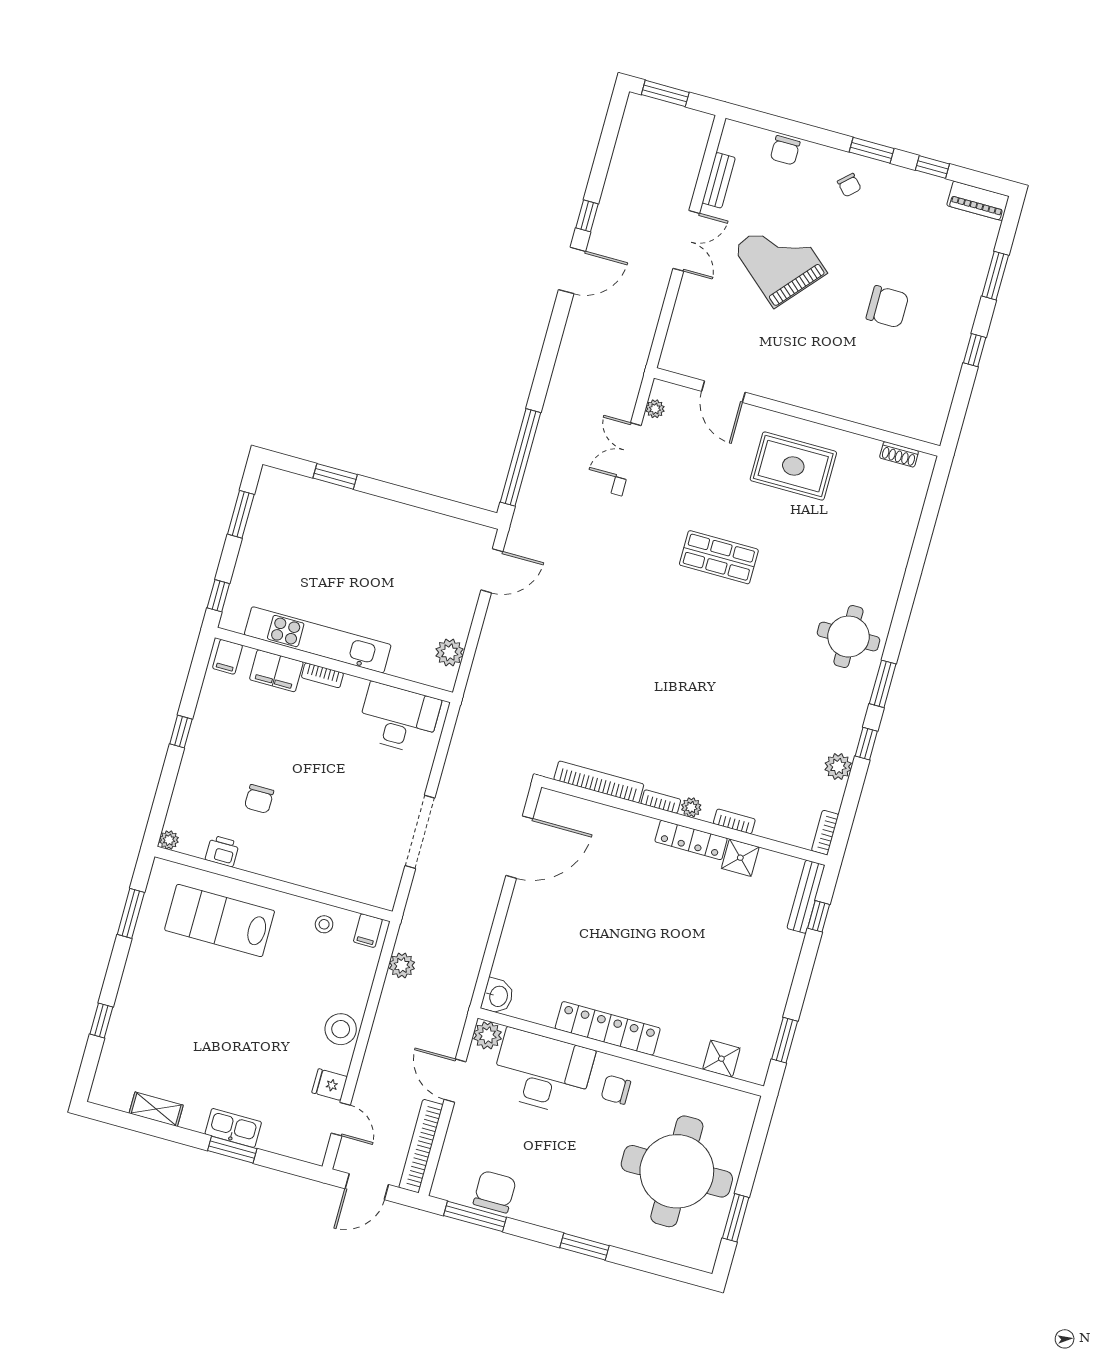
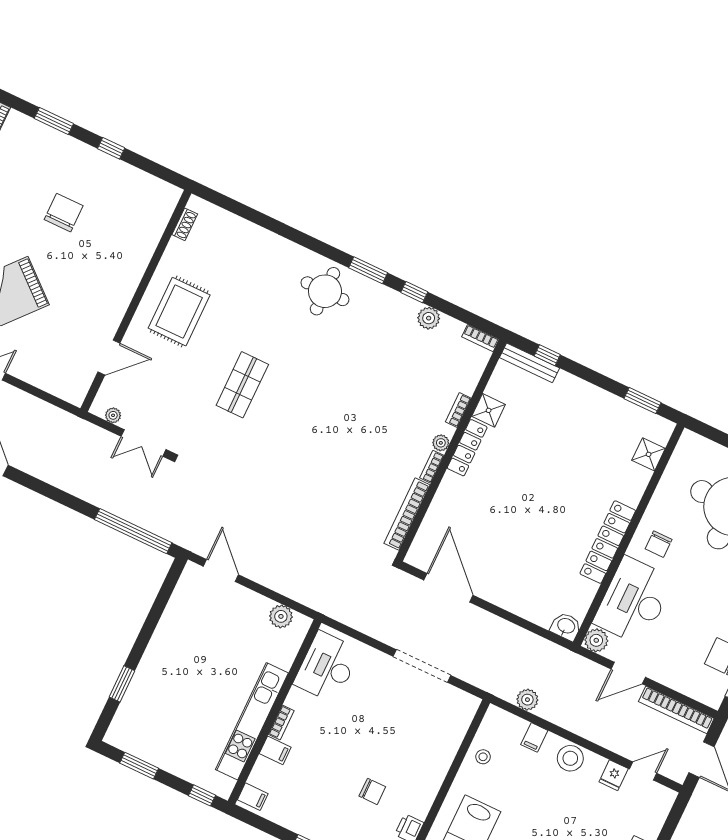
filing cabinet: (276, 671) -> (275, 750), width x0.50
filing cabinet: (368, 931) -> (534, 737), moved, turned 90

